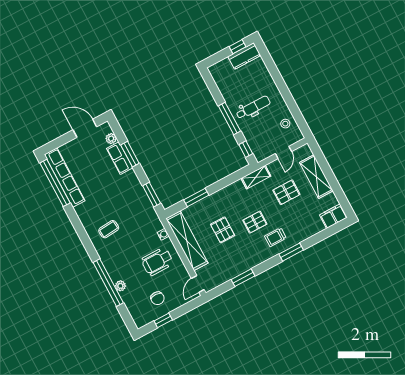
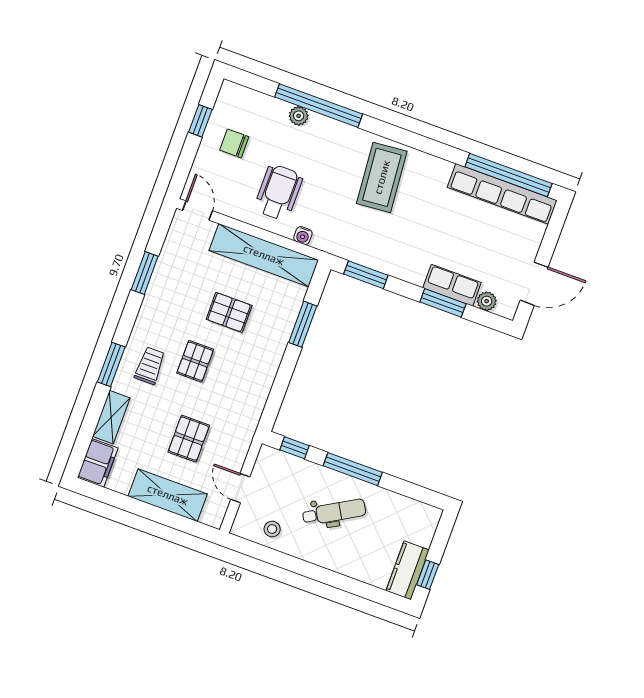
dental chair: (253, 108) -> (334, 512), turned -120
shelving: (256, 177) -> (111, 417), moved
coffee table: (109, 229) -> (382, 177), width x1.86, depth x1.72

